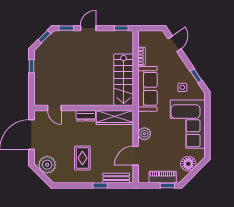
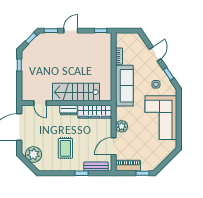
door: (175, 44) -> (155, 54), moved
stairs: (124, 80) -> (76, 92), moved, turned 90
floor lamp: (188, 164) -> (161, 154), removed
piano: (163, 177) -> (128, 166), moved

